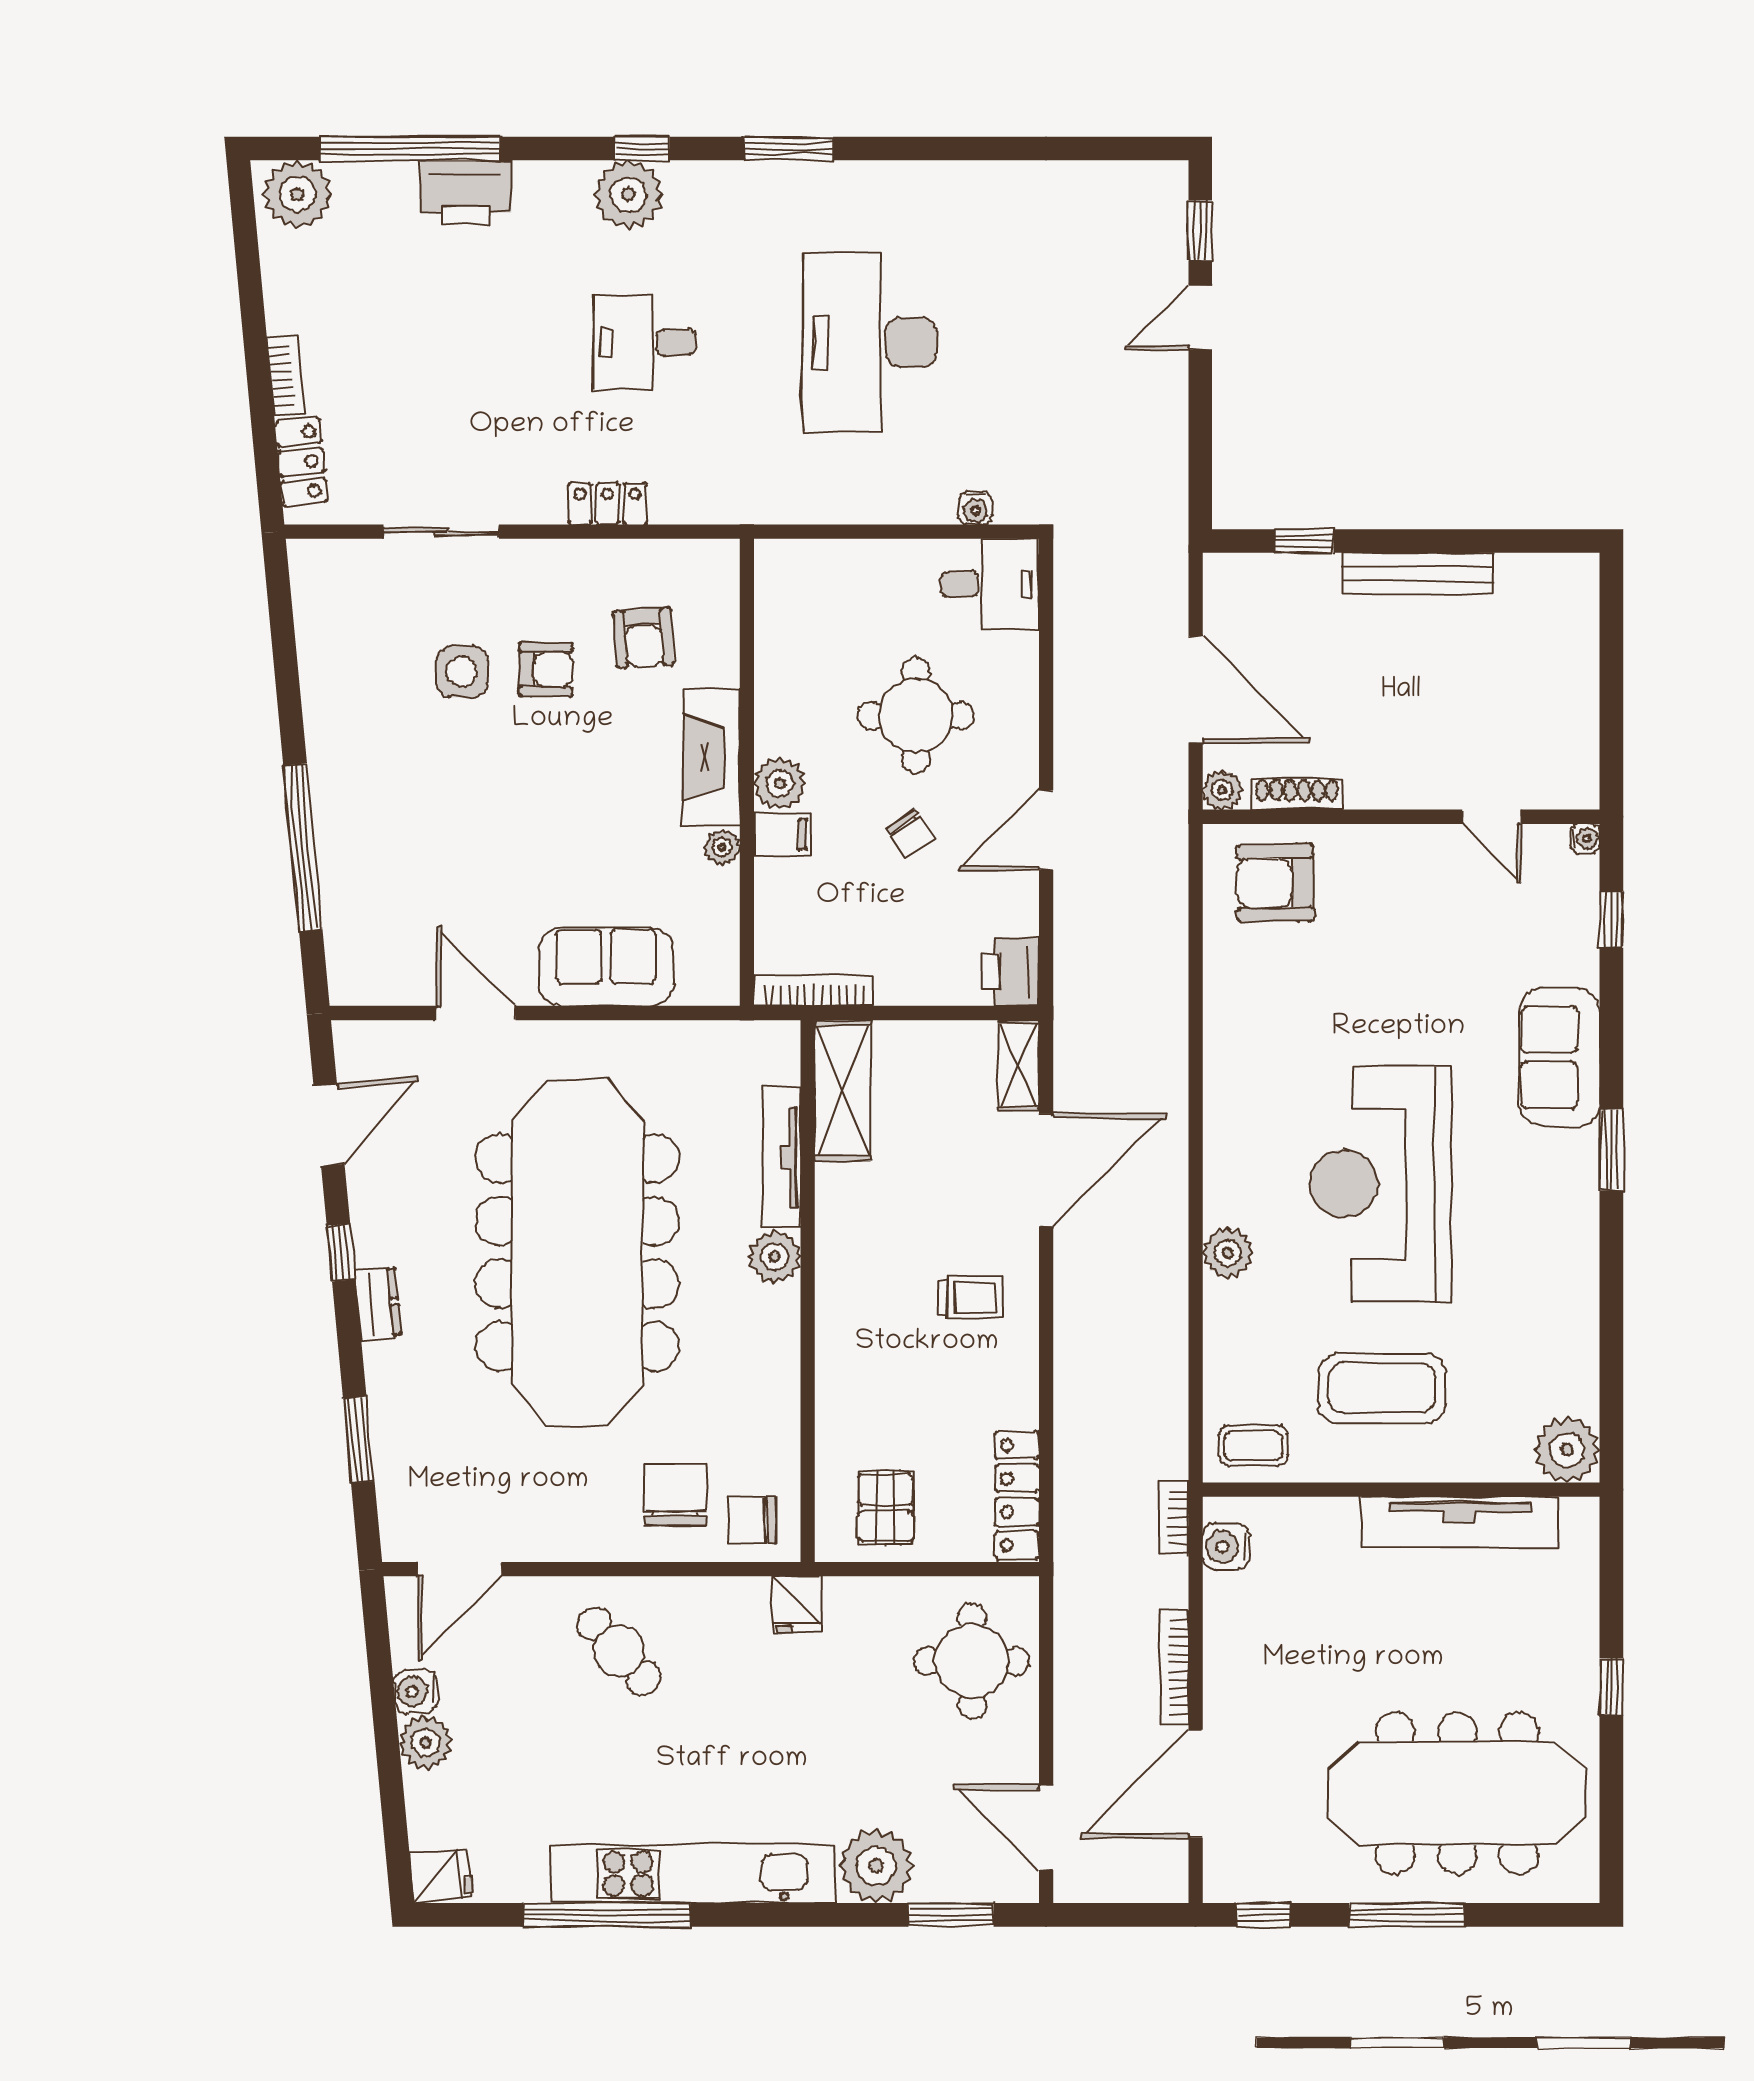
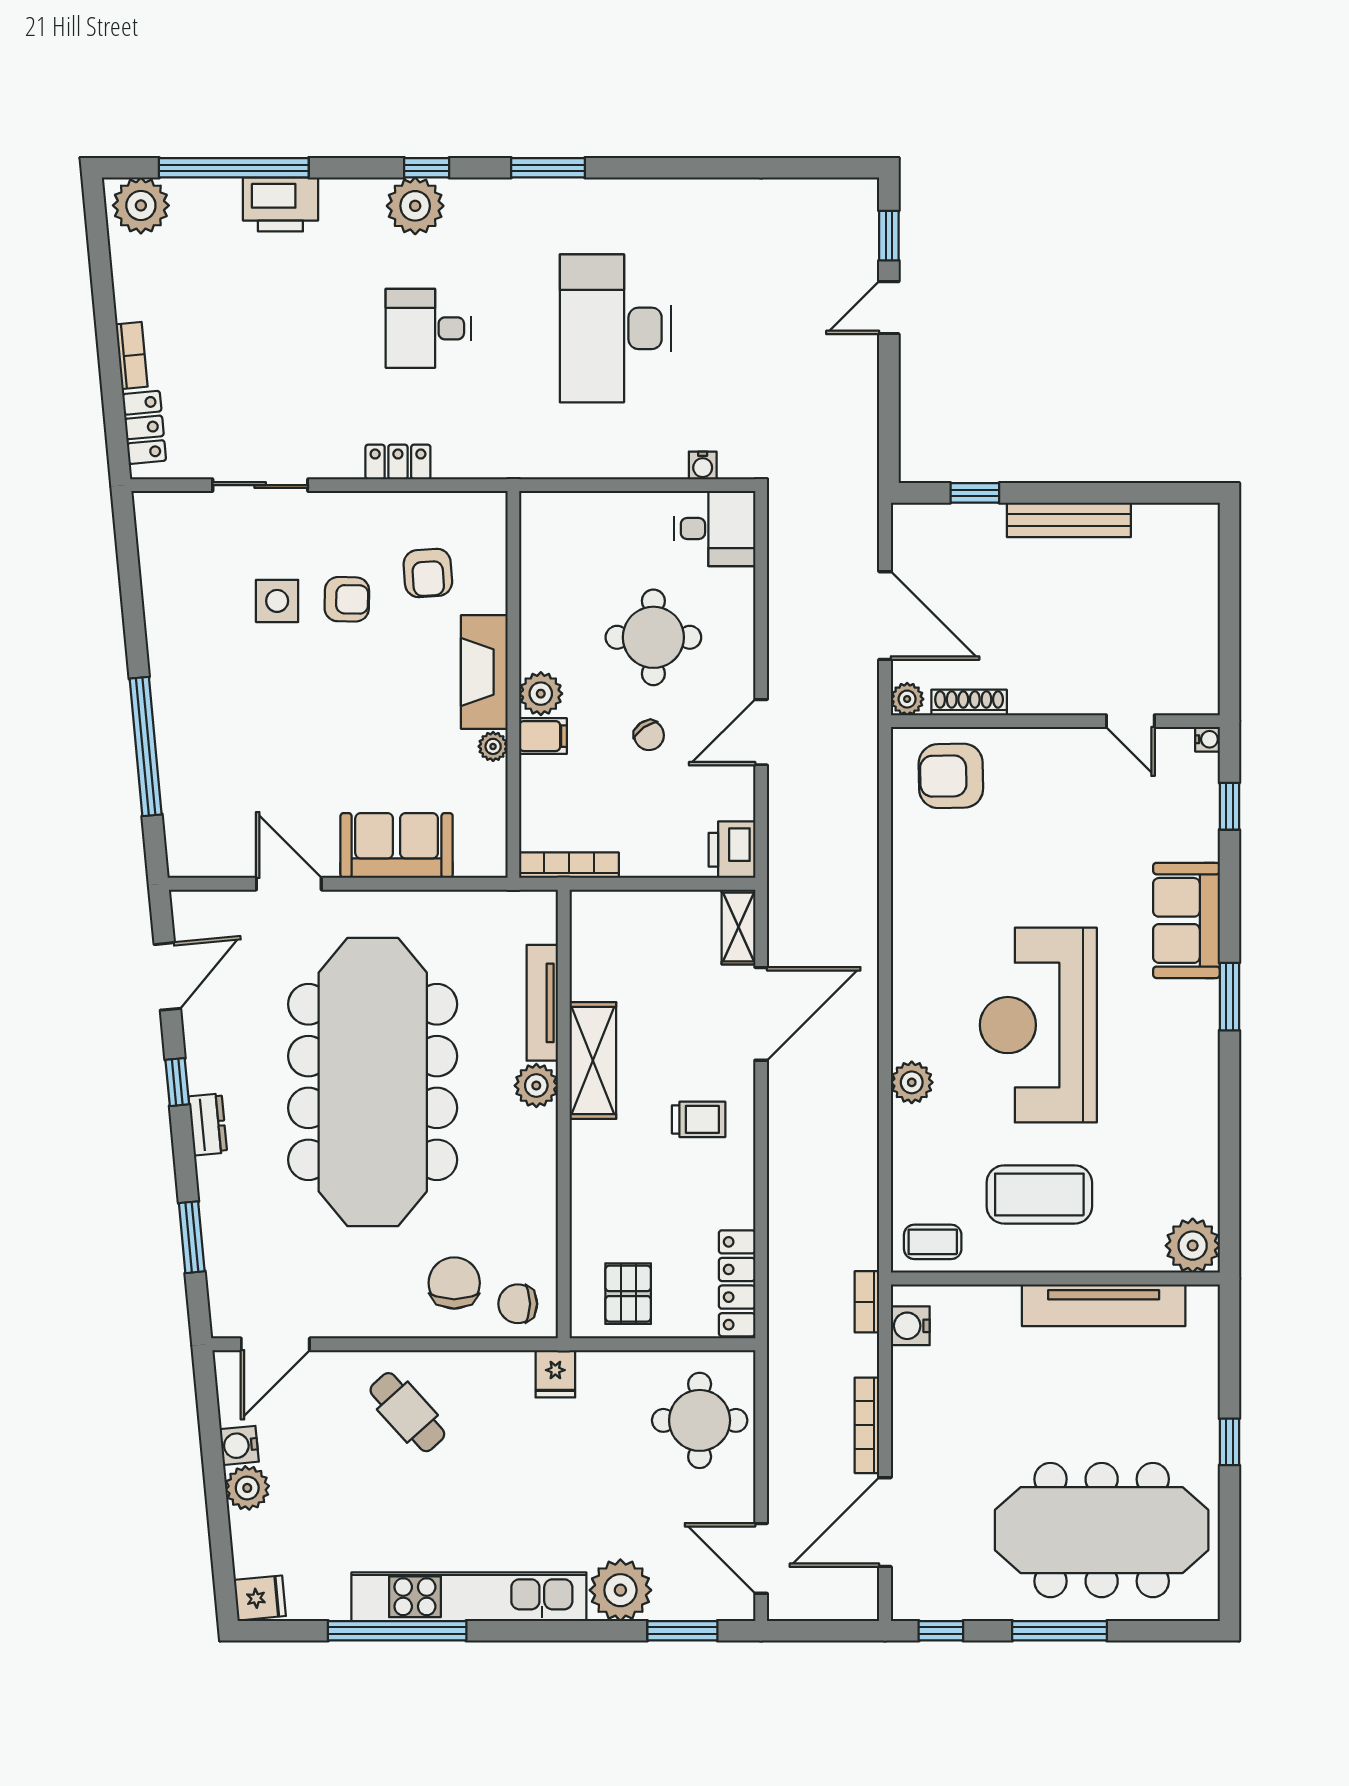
shelving: (843, 1090) -> (593, 1060), moved

